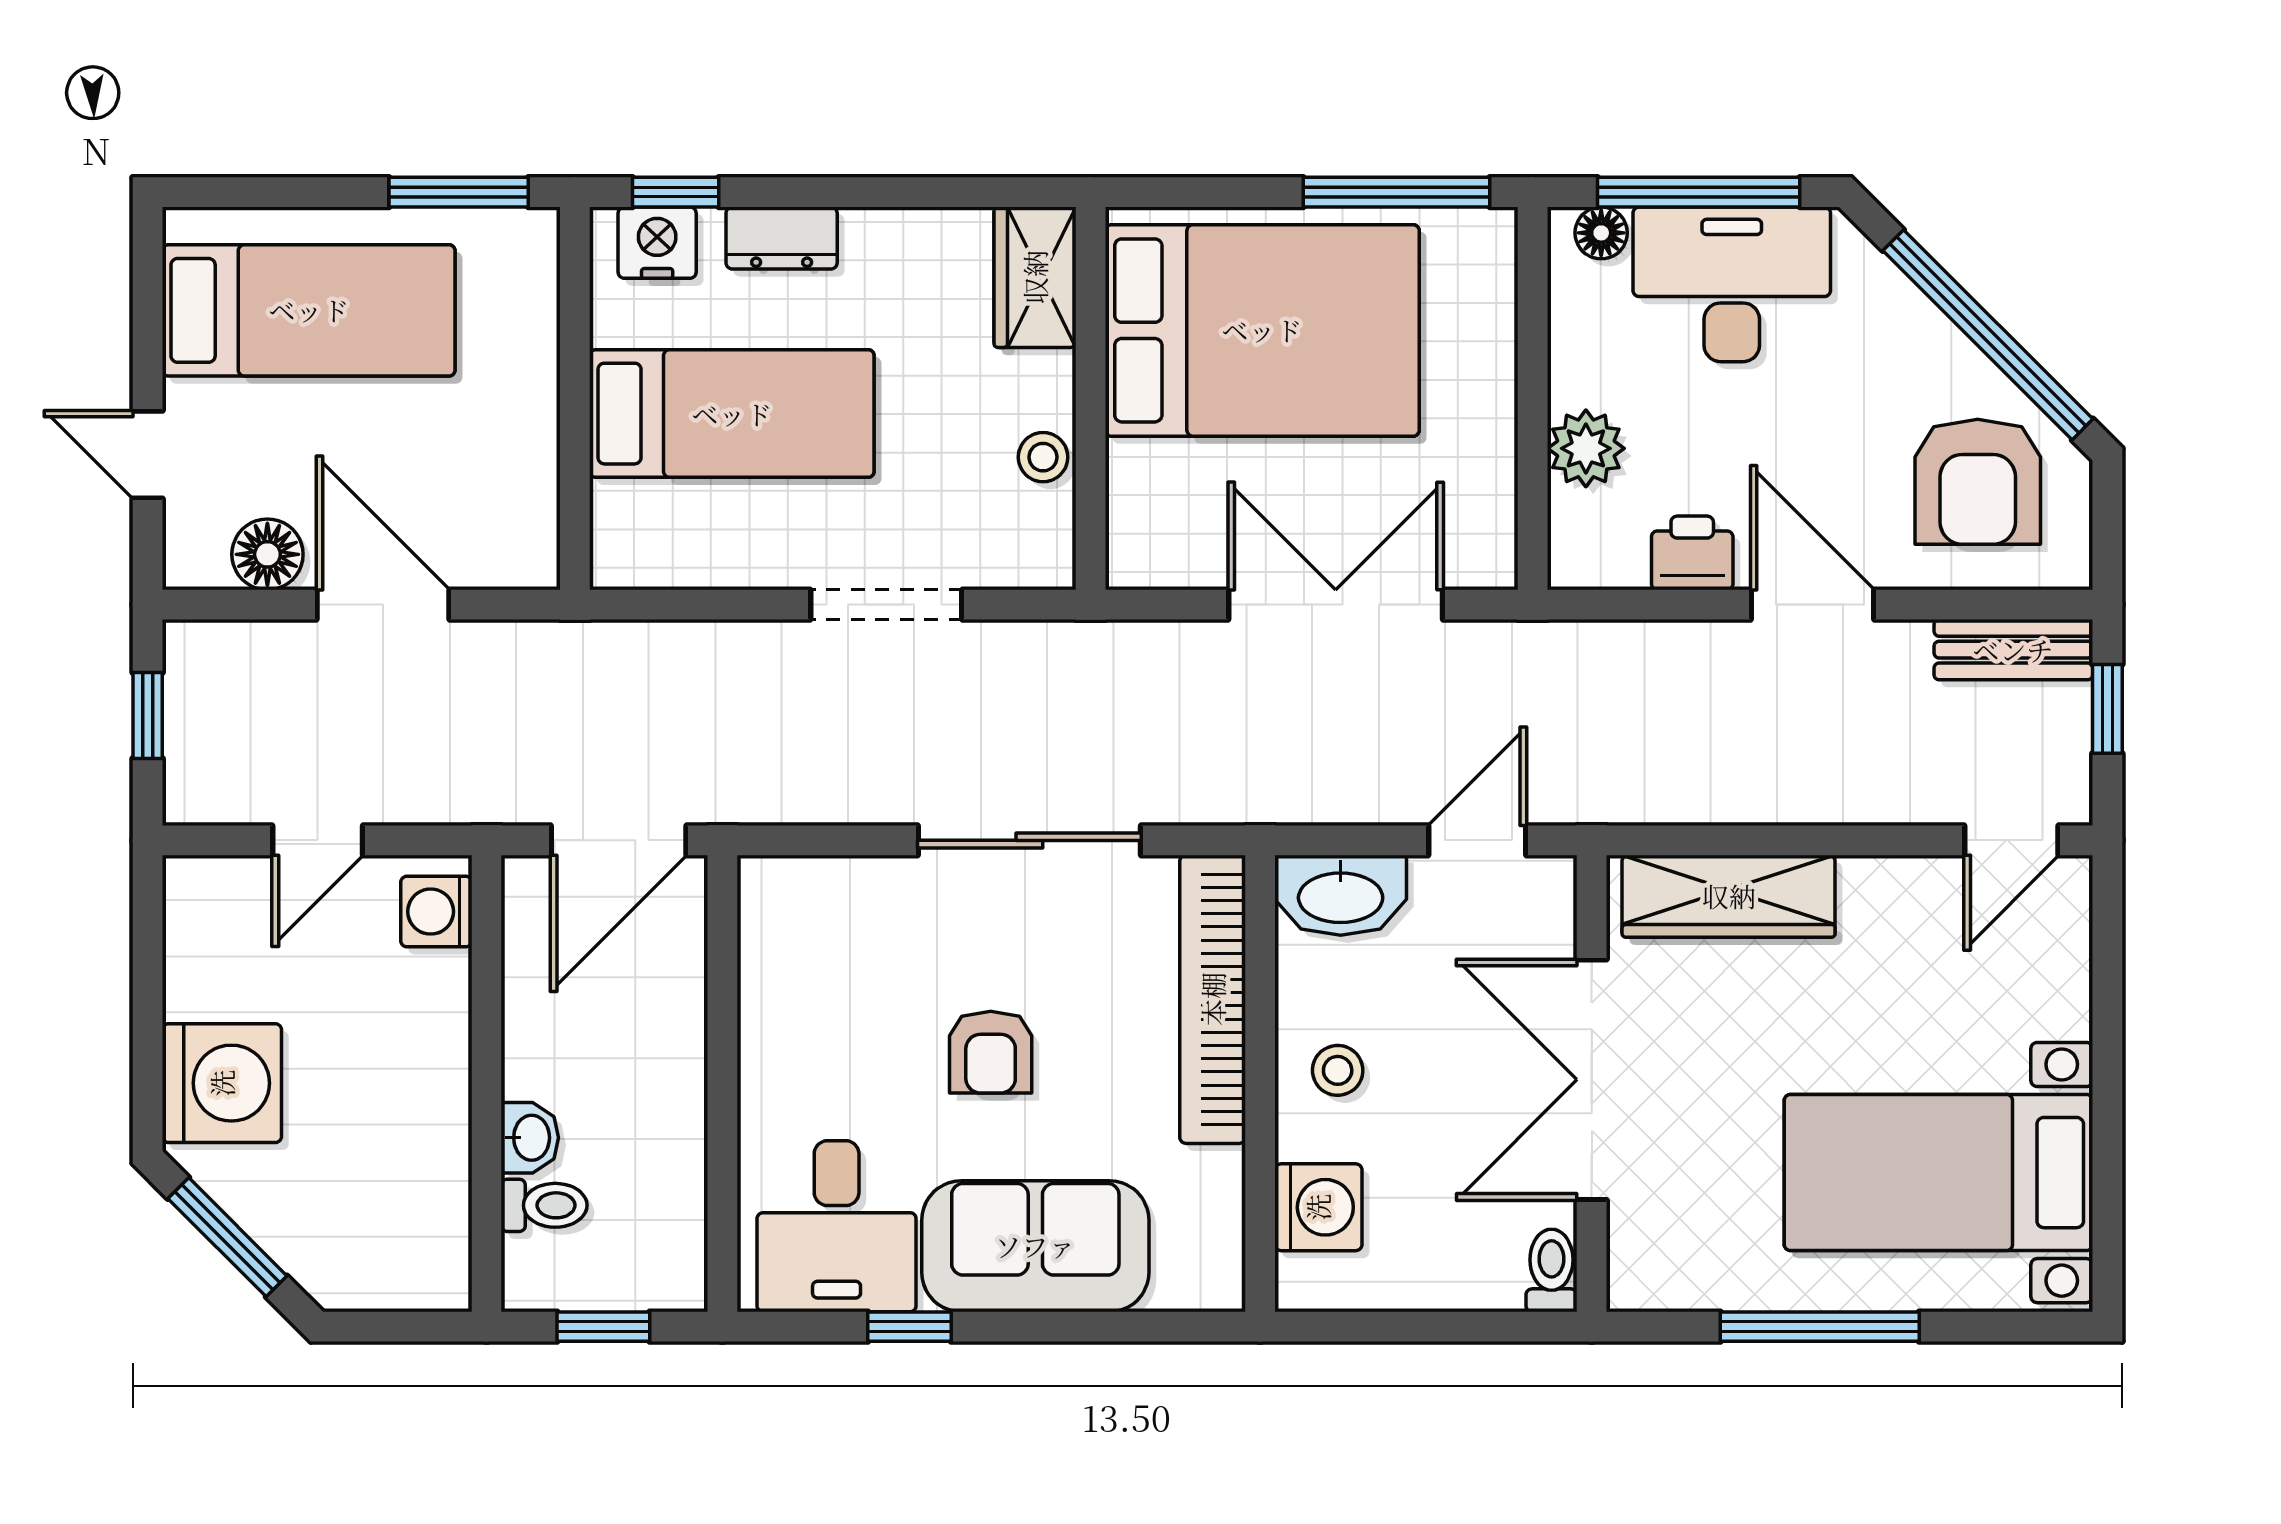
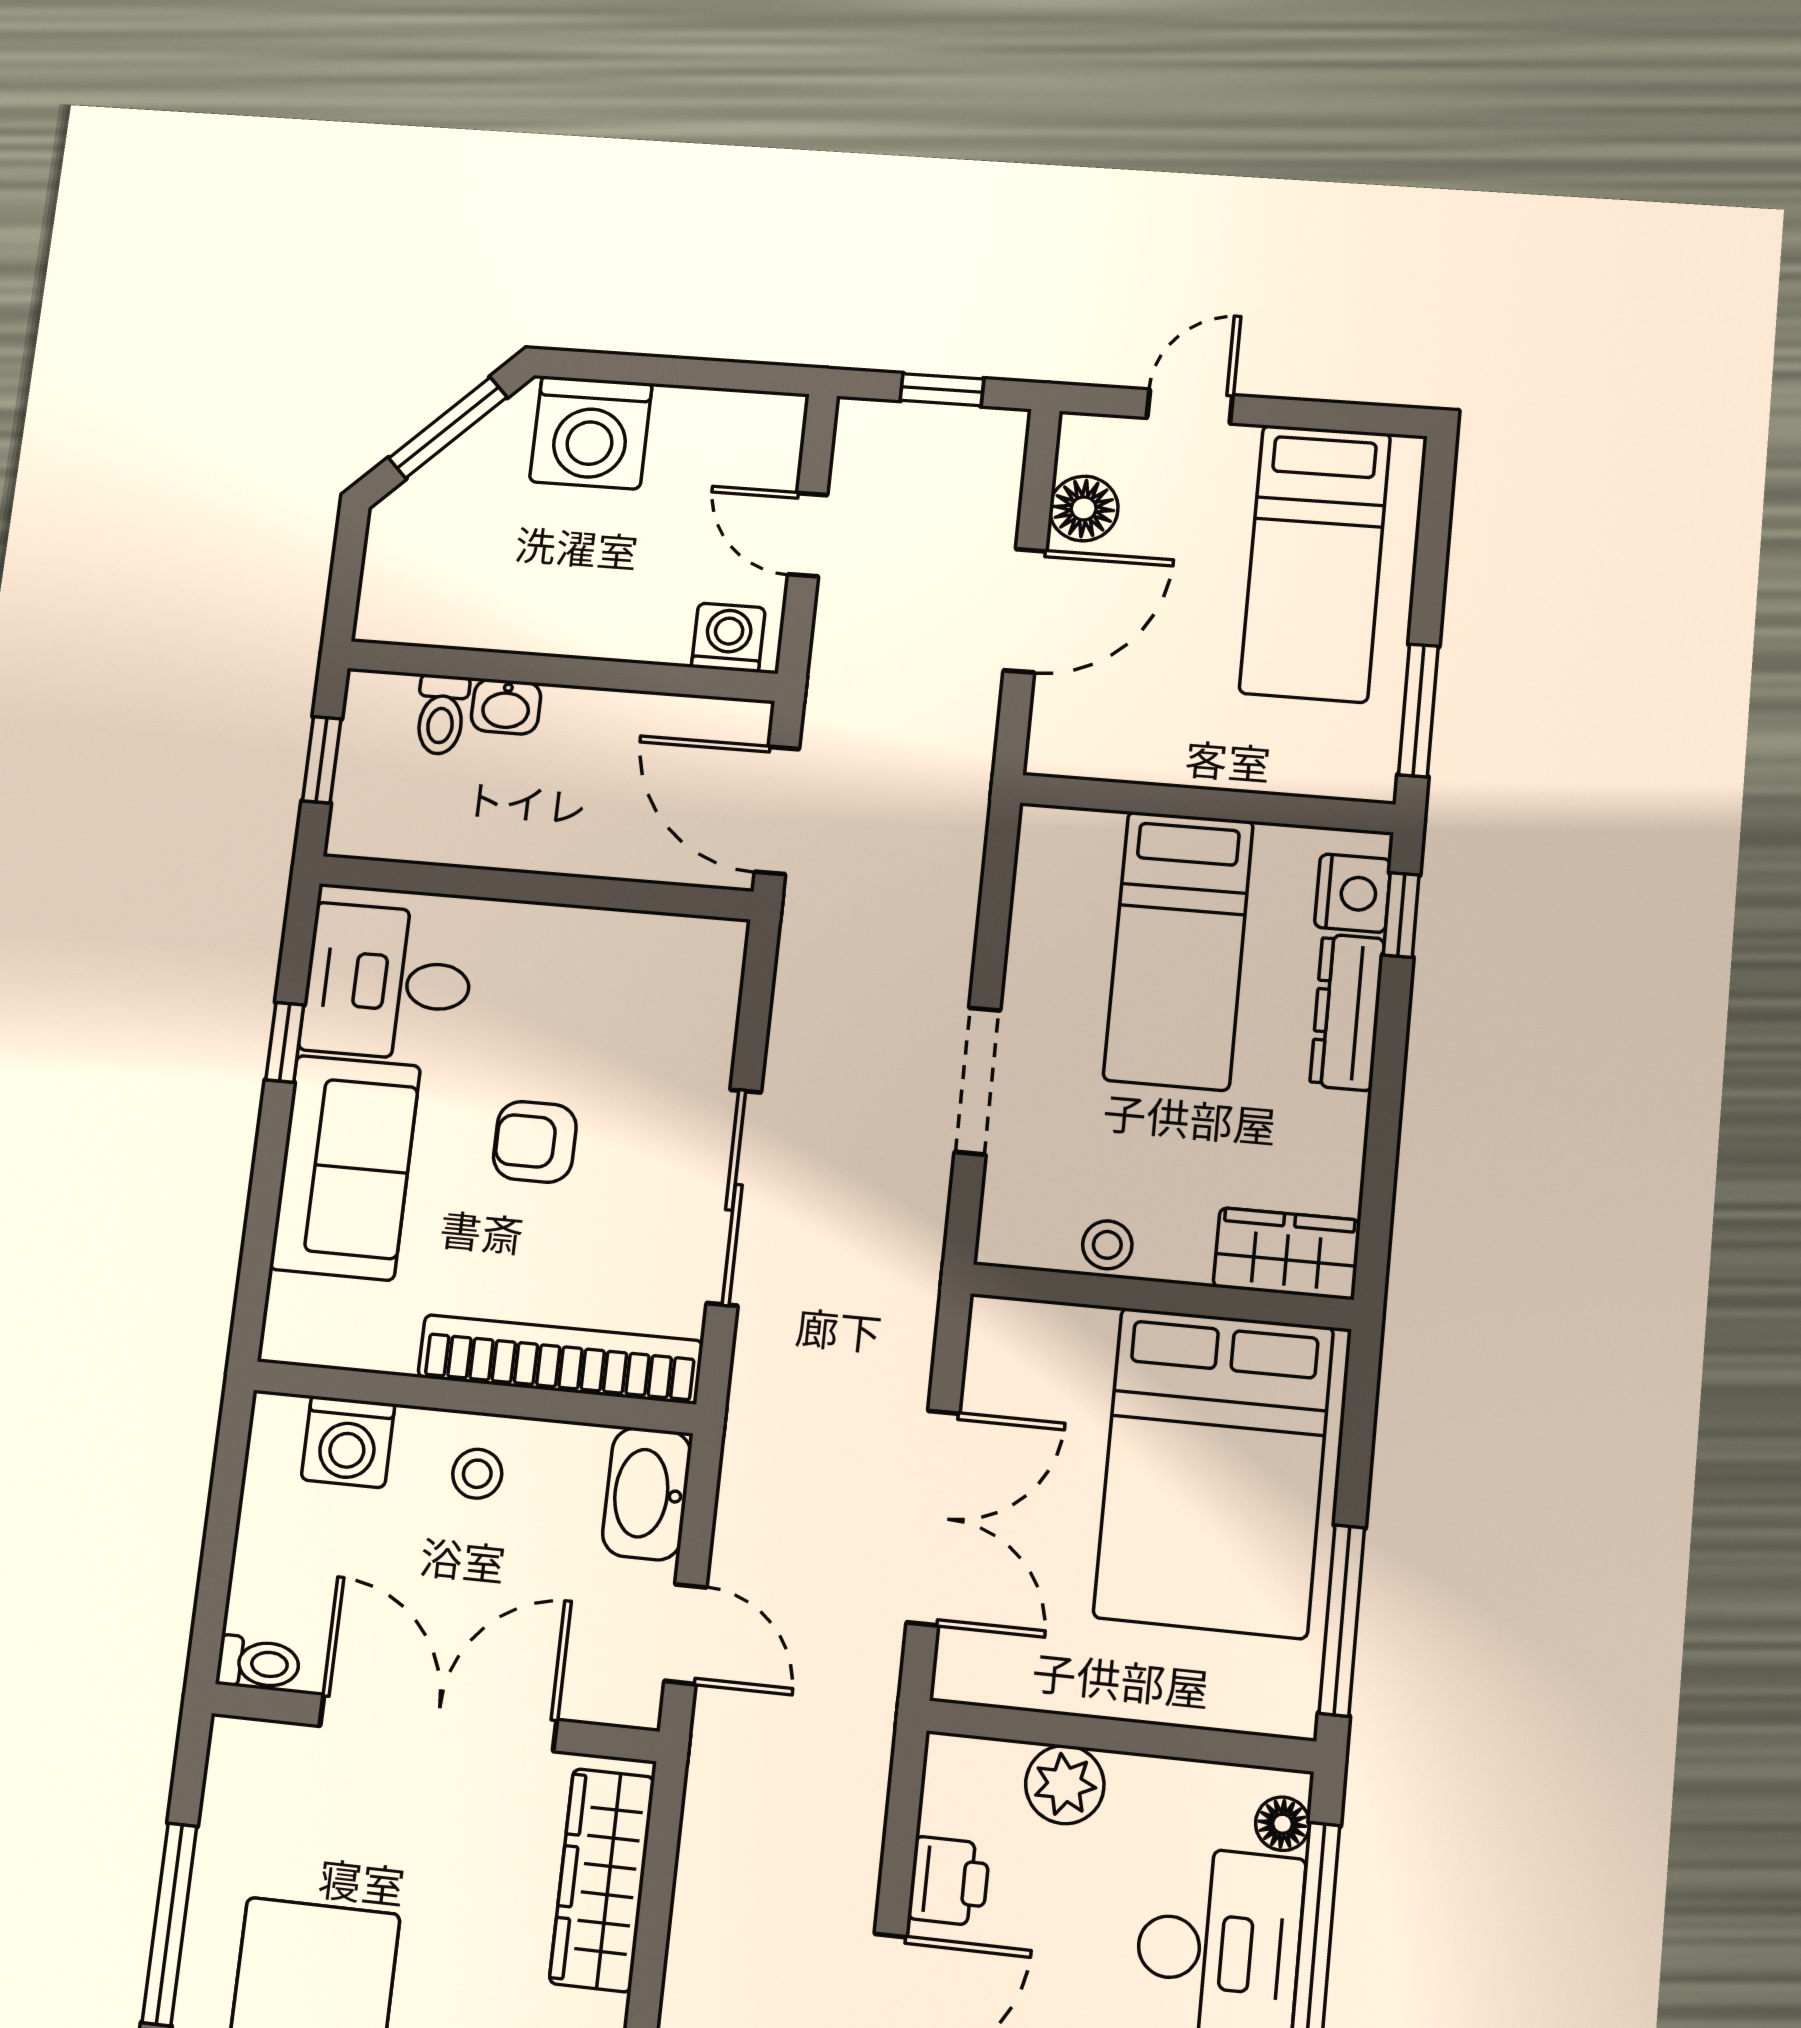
dresser: (782, 238) -> (1347, 1012), width x1.44

